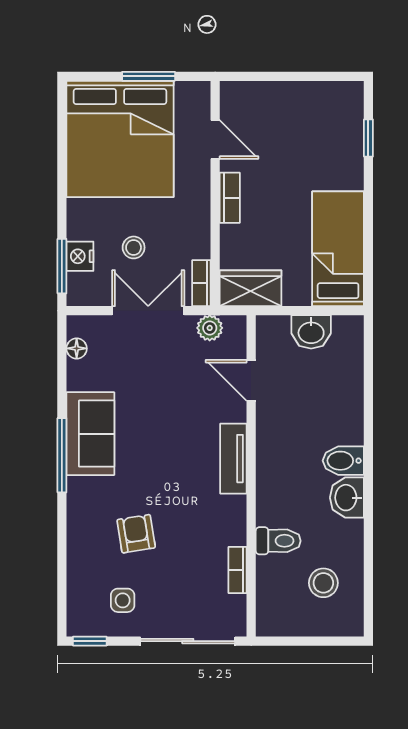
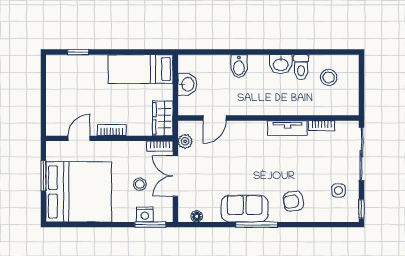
tv unit: (233, 459) -> (287, 128), moved
bidet: (343, 461) -> (239, 66), moved
armchair: (136, 534) -> (293, 201), moved
toilet: (278, 541) -> (301, 67), moved, turned 180

